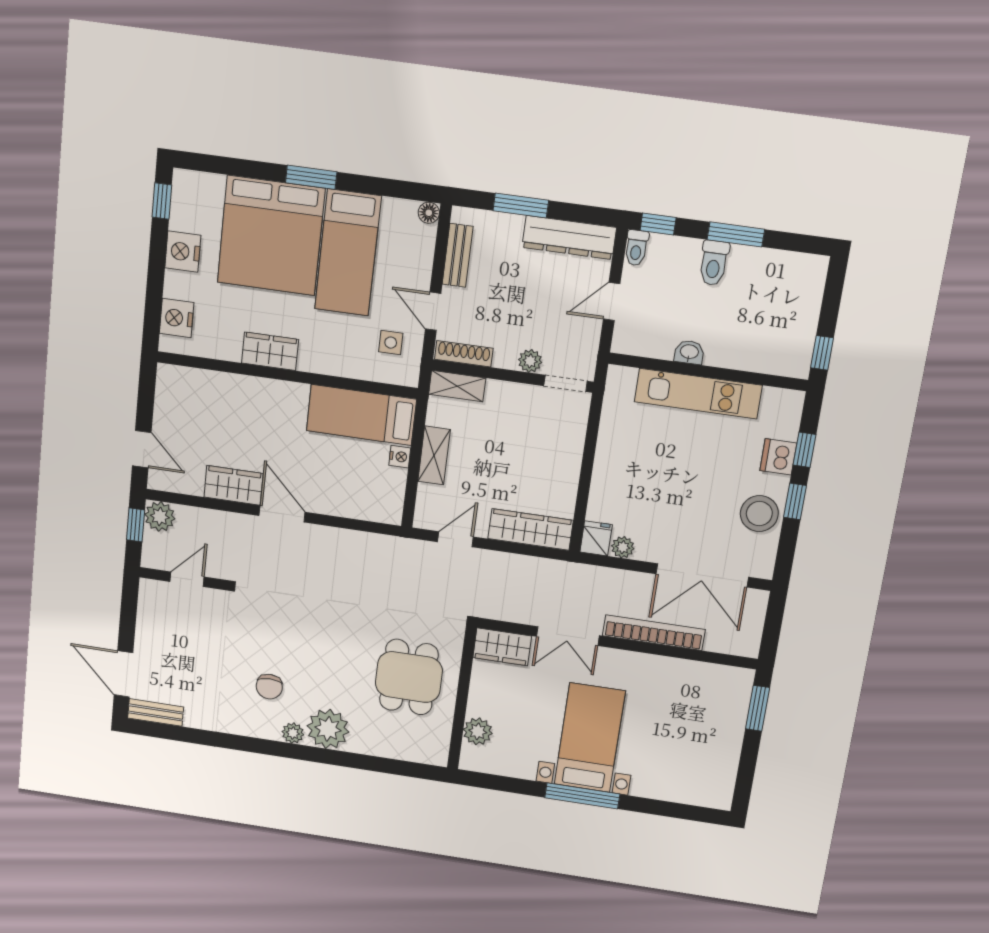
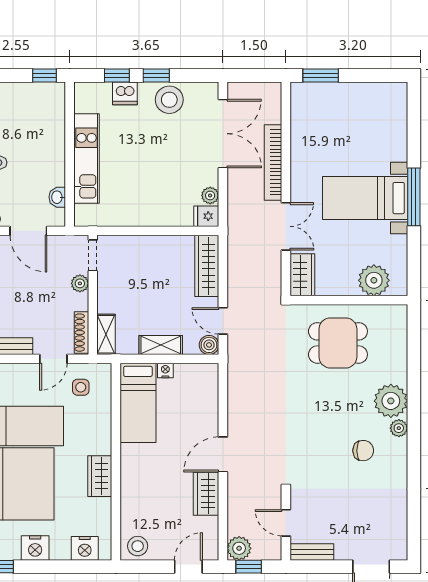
door: (612, 301) -> (28, 231), width x1.38
washbasin: (689, 352) -> (57, 197), moved
stool: (174, 388) -> (138, 546), added
boiler: (426, 517) -> (209, 345), added
bench: (156, 712) -> (312, 552), moved, turned 90
plant: (478, 731) -> (374, 280), width x1.36, depth x1.36

